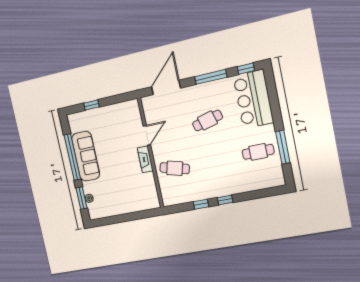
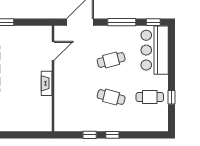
door: (147, 135) -> (53, 51), moved
window: (283, 147) -> (171, 97), width x0.46
cafe table: (175, 168) -> (111, 97), moved

